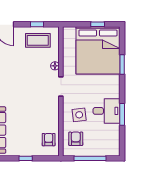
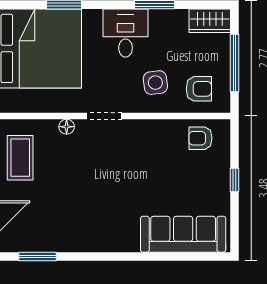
desk: (107, 111) -> (126, 33), moved
armchair: (76, 139) -> (199, 89), turned 180
wardrobe: (113, 145) -> (210, 21), added

